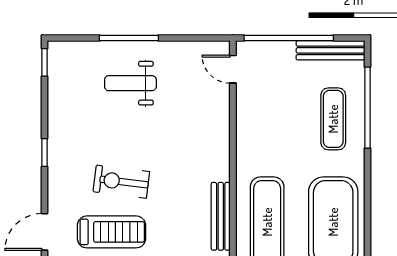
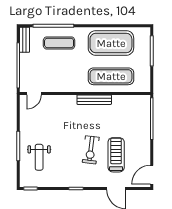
bench: (330, 50) -> (24, 40), width x0.73
weight bench: (130, 83) -> (39, 157), moved
bench: (221, 216) -> (94, 100), moved

